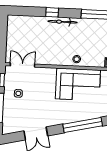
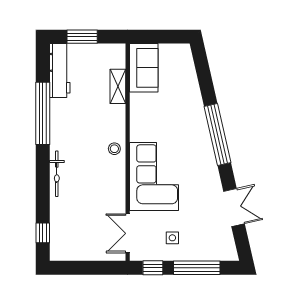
window: (52, 12) -> (43, 233), moved
corner sofa: (78, 84) -> (154, 177), moved

